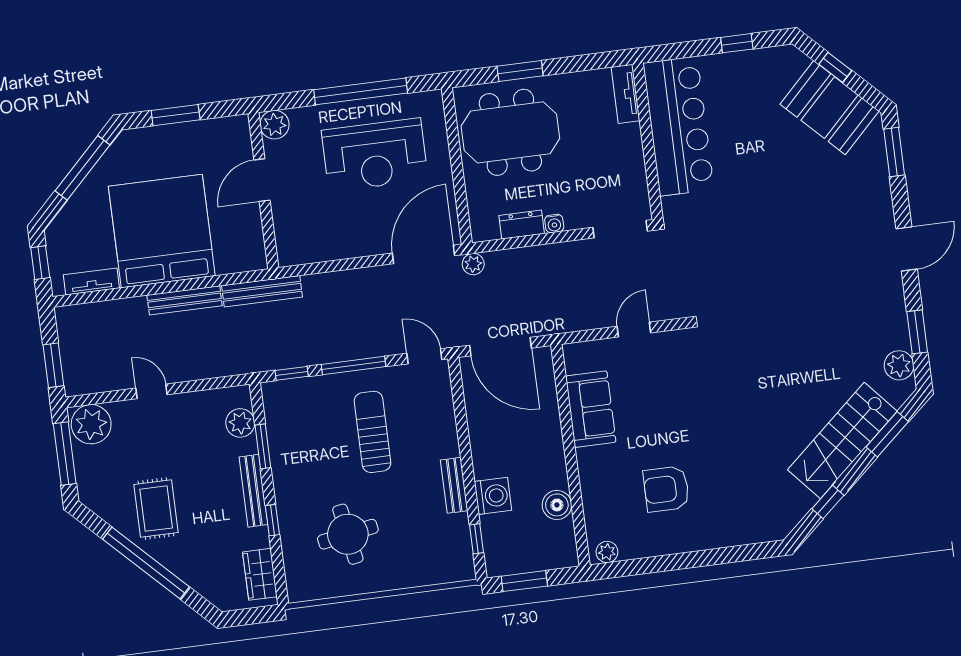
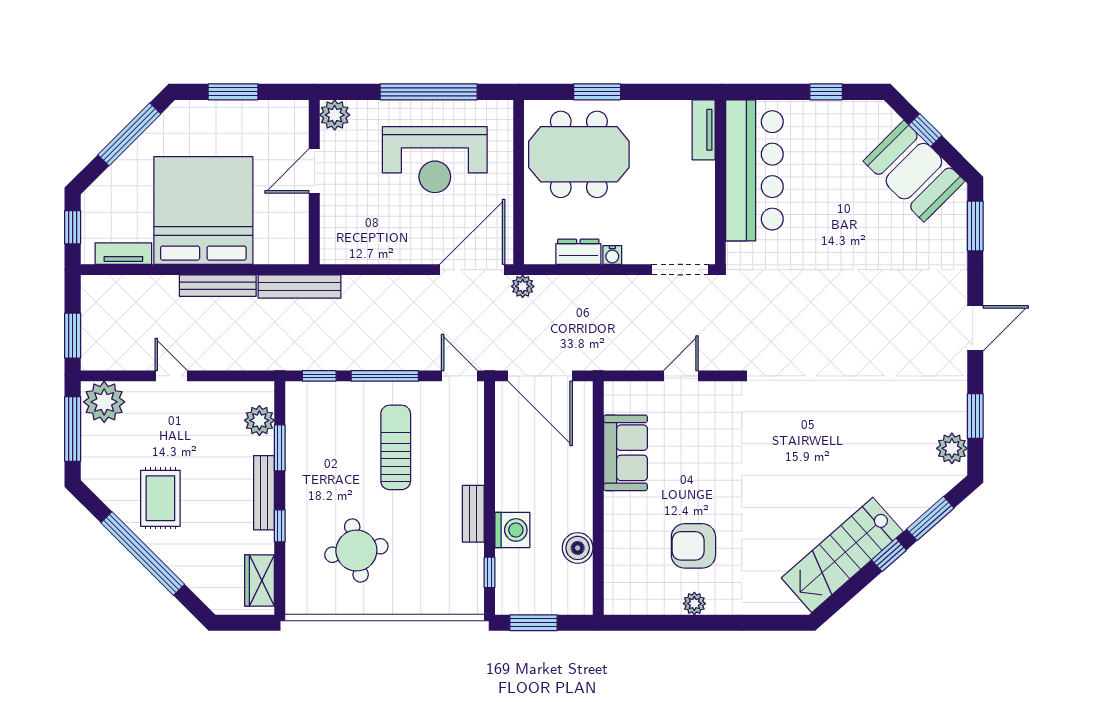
stairs: (842, 440) -> (842, 555), moved
window: (828, 502) -> (889, 555), moved
plant: (607, 552) -> (694, 604), moved

